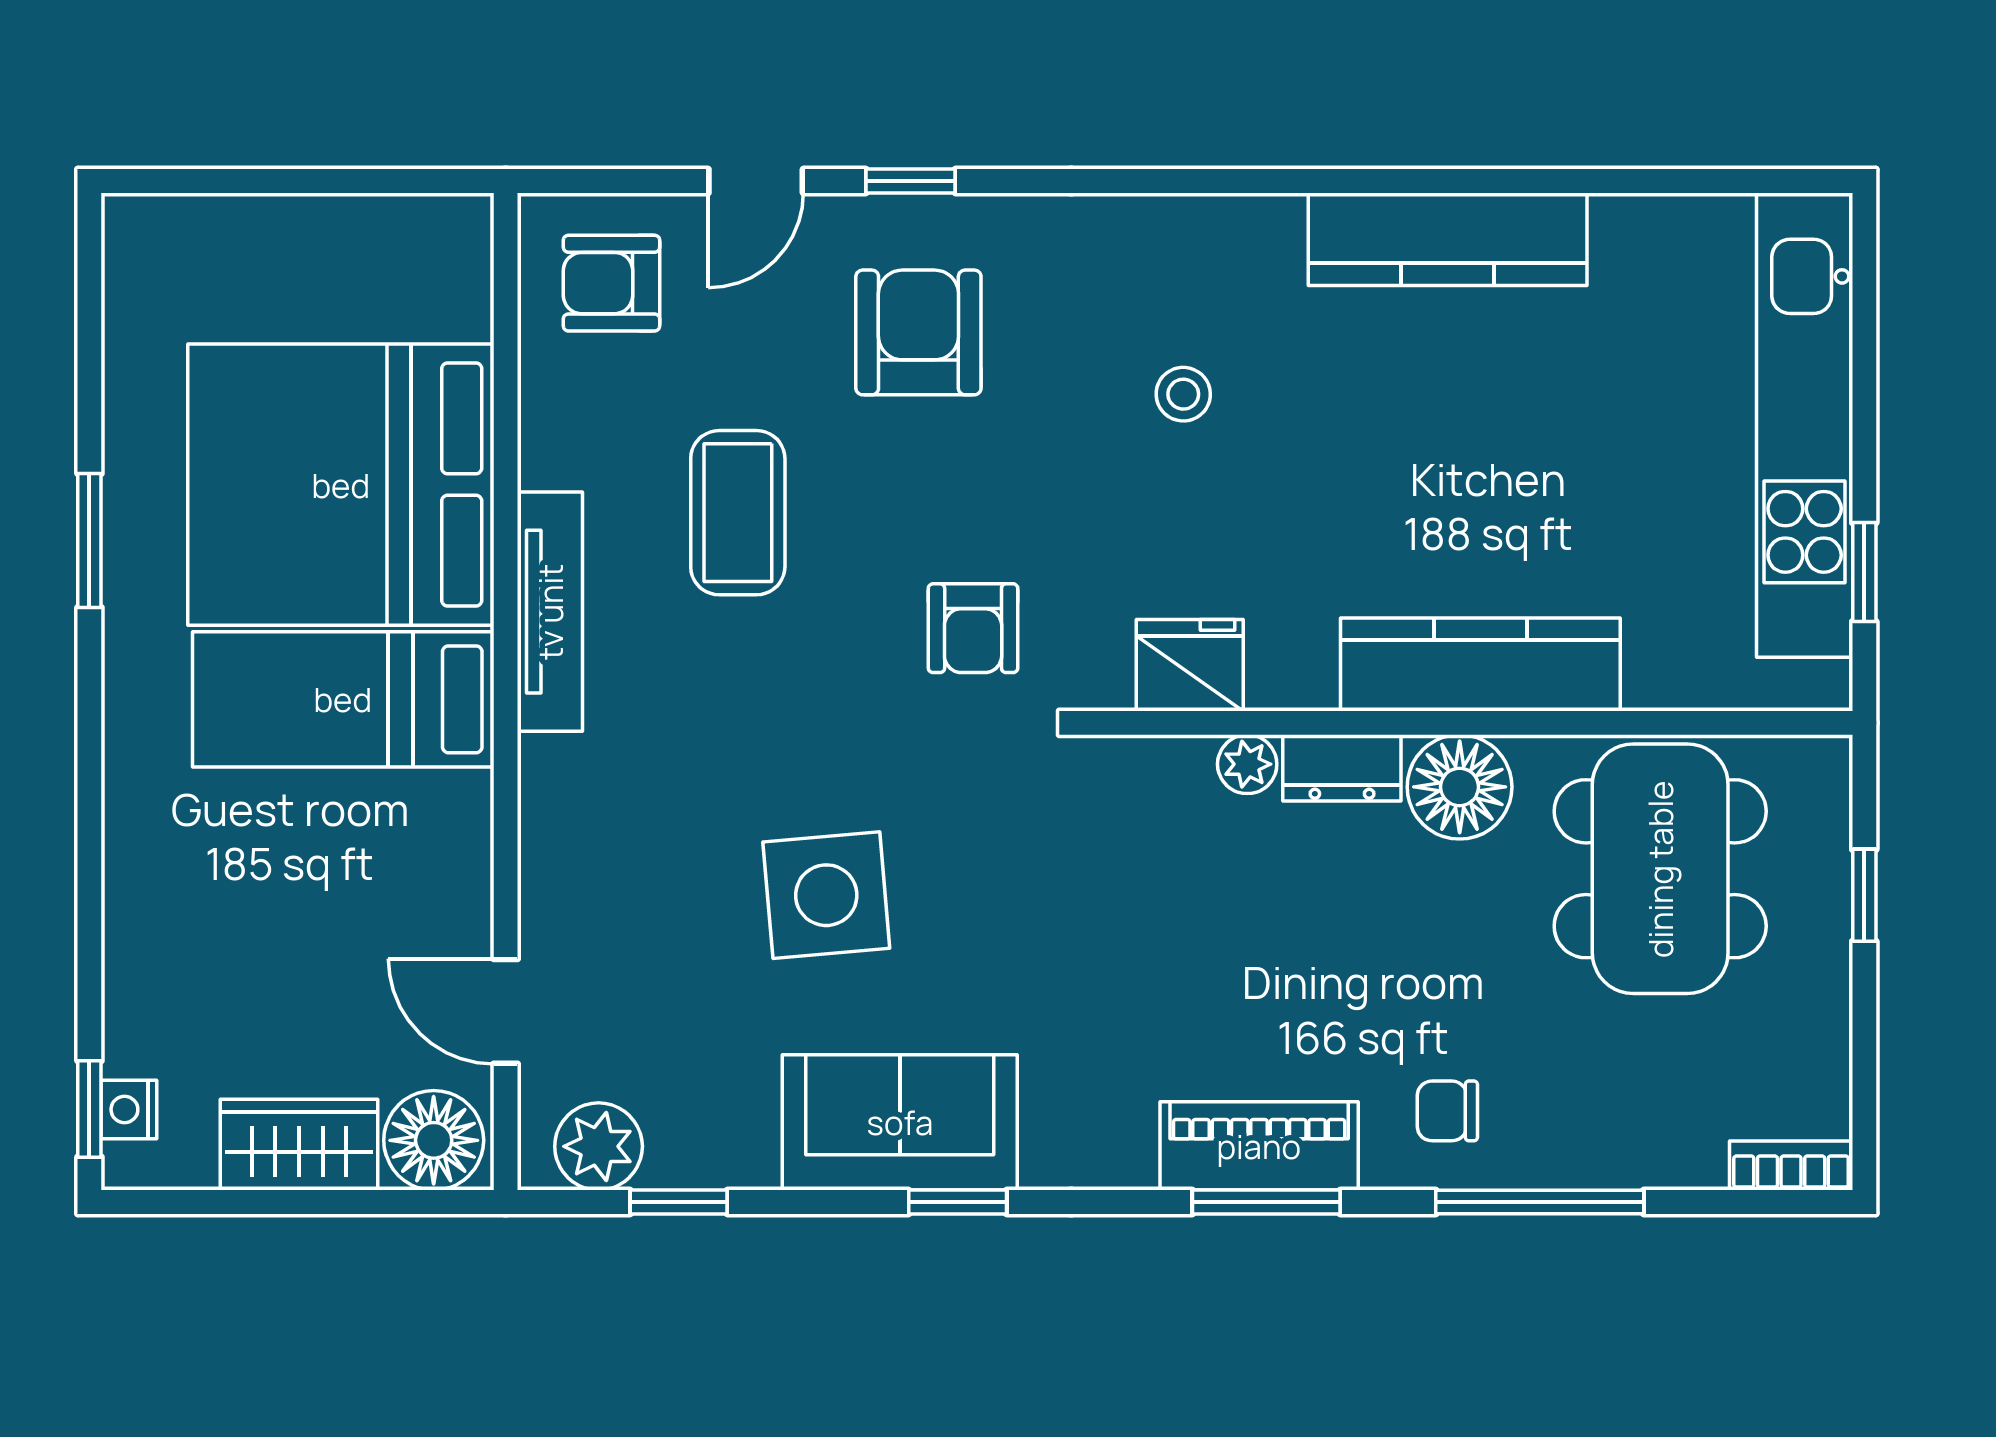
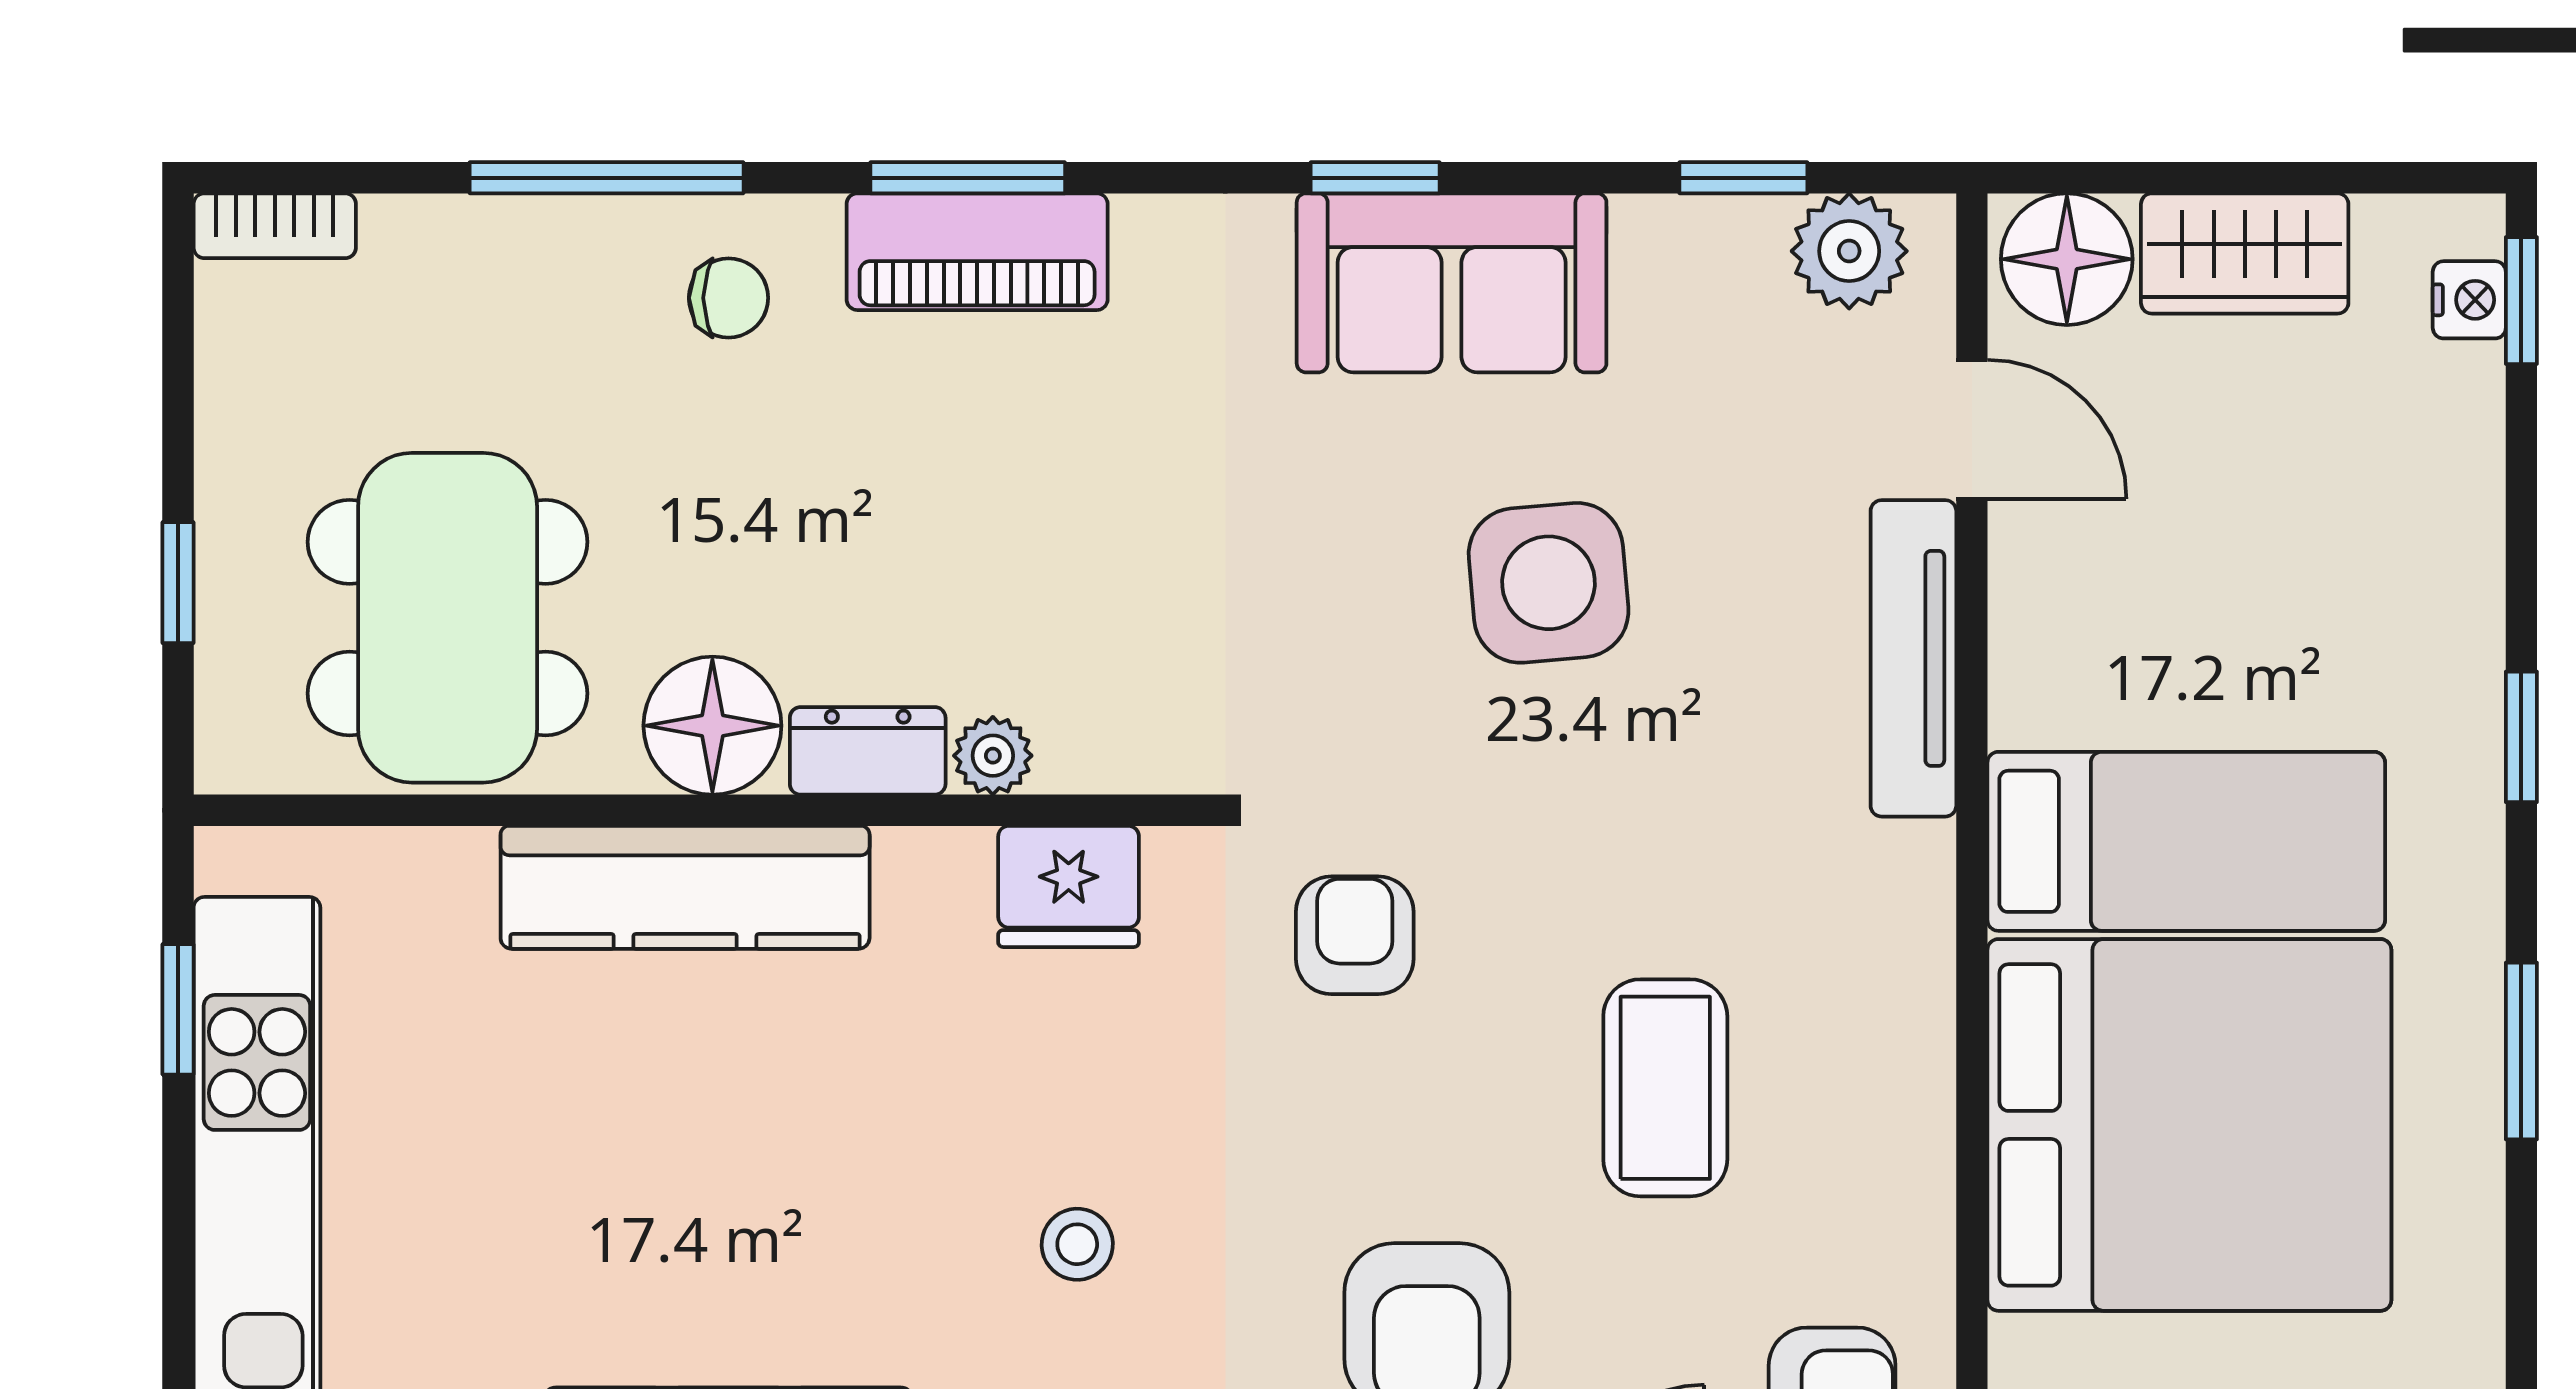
tv unit: (550, 612) -> (1913, 658), moved
window: (89, 778) -> (2521, 737), added

